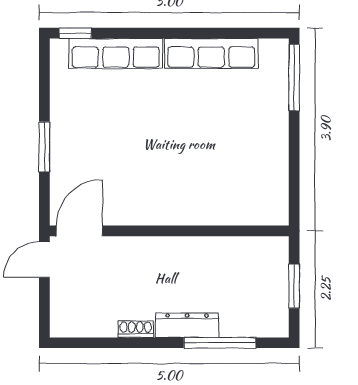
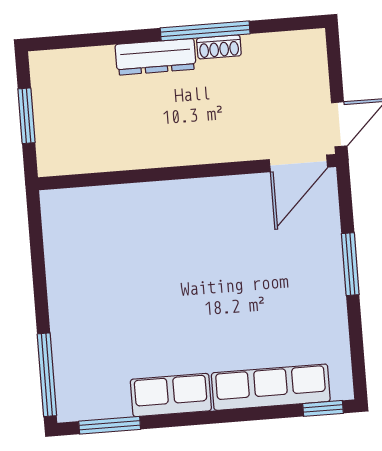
window: (247, 33) -> (110, 425), added
row of seats: (211, 53) -> (171, 395), width x0.68
window: (220, 343) -> (205, 31), moved

